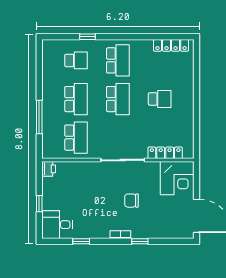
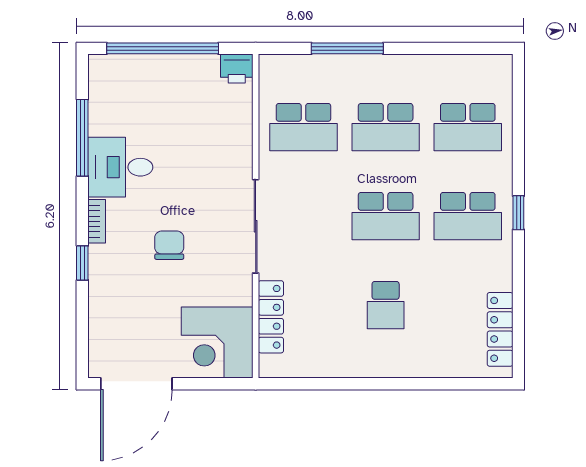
window: (88, 37) -> (518, 213), moved
school desk: (76, 60) -> (468, 127), width x1.85
window: (39, 204) -> (163, 48), width x3.17
desk: (57, 225) -> (120, 167), moved, turned -90
window: (81, 241) -> (82, 138), width x2.17

